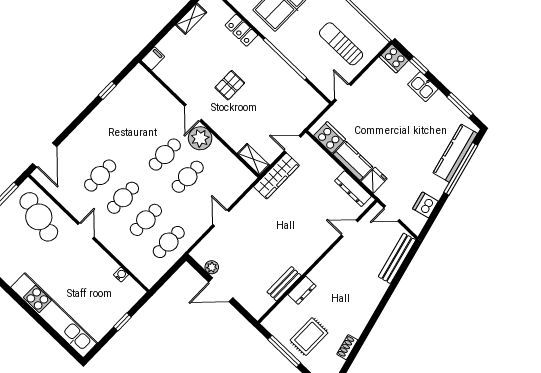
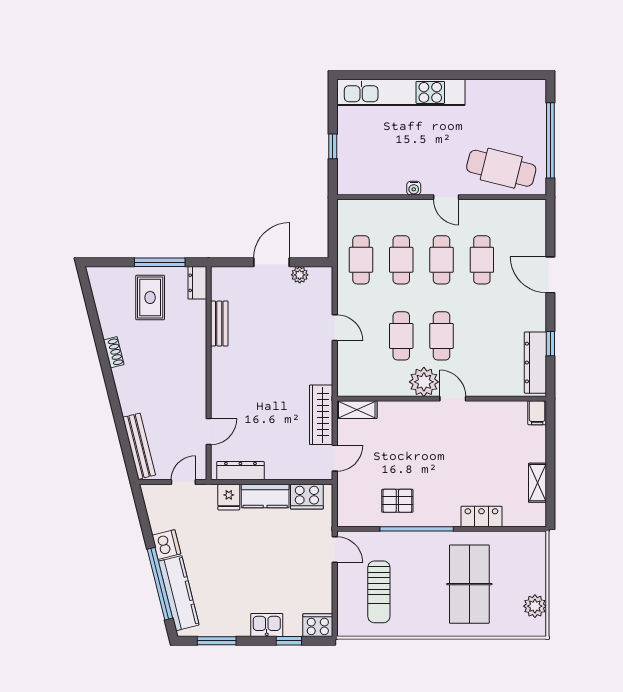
sun lounger: (341, 44) -> (379, 592), turned 90
pallet: (230, 85) -> (397, 501), moved, turned 90
dresser: (126, 88) -> (535, 363), added
door: (45, 155) -> (550, 275), moved
dishwasher: (425, 205) -> (166, 545), moved
water cooler: (121, 275) -> (414, 188), moved
dresser: (302, 290) -> (197, 283), moved
shoe rack: (347, 347) -> (114, 352), moved

